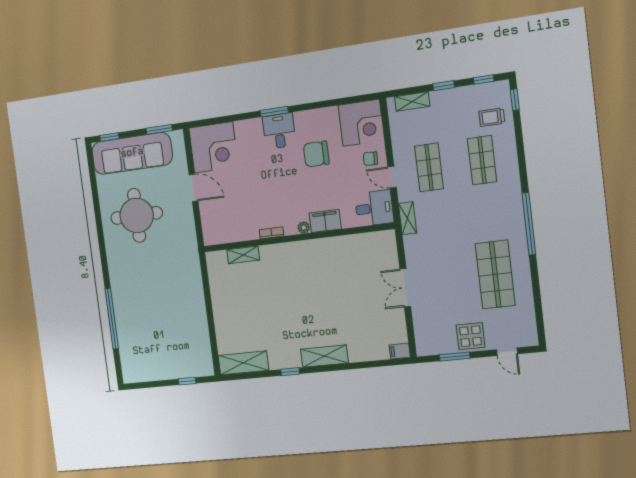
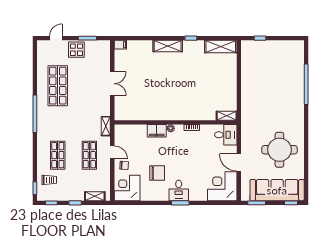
desk: (374, 208) -> (226, 135), moved, turned 180
shelving: (243, 255) -> (227, 116), moved
door: (507, 352) -> (56, 38), hinge flipped

